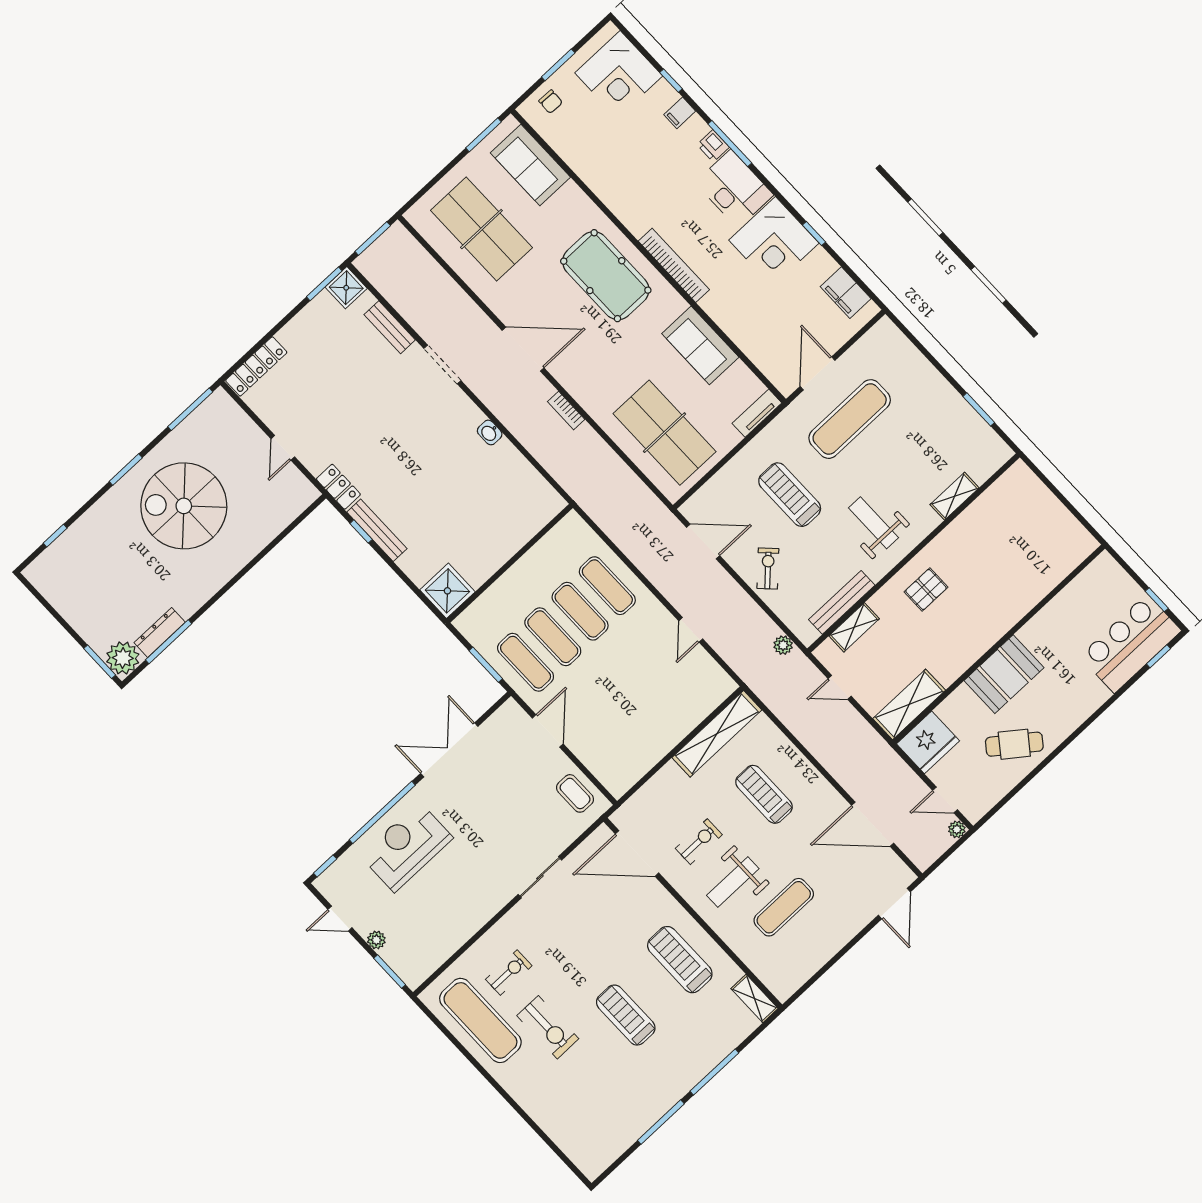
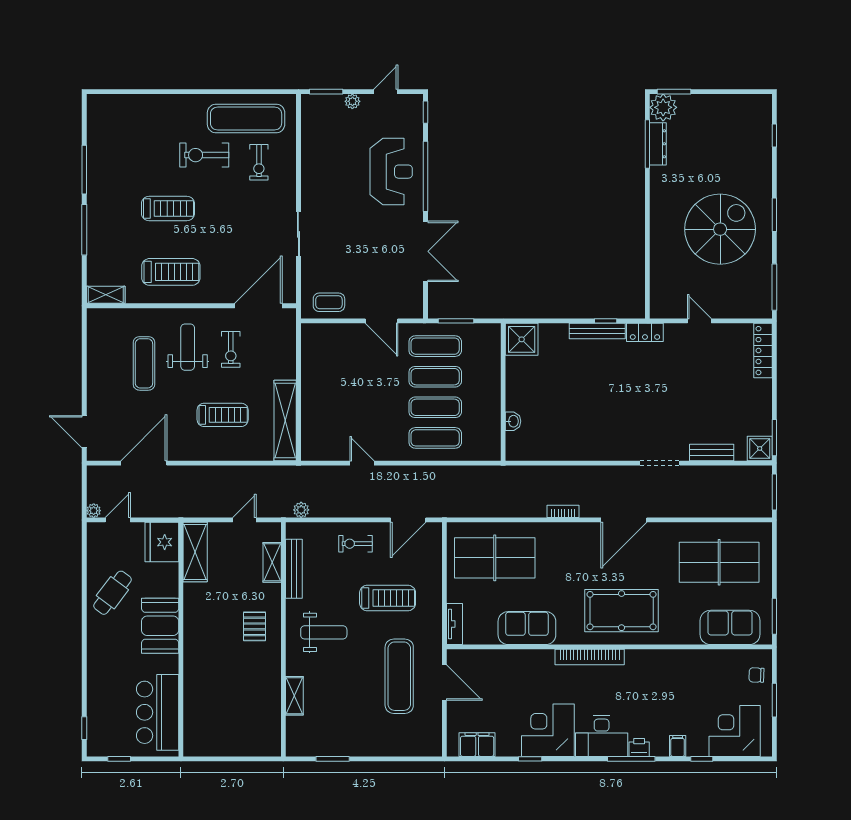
washbasin: (490, 432) -> (513, 421), moved, turned 90
exercise bike: (768, 568) -> (356, 544), turned 135
bar counter: (1131, 643) -> (158, 712), moved, turned 180

